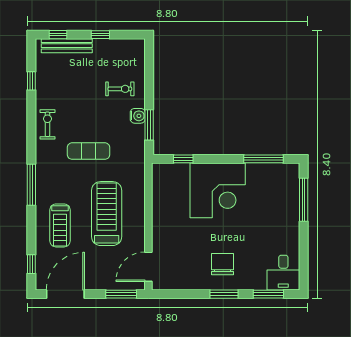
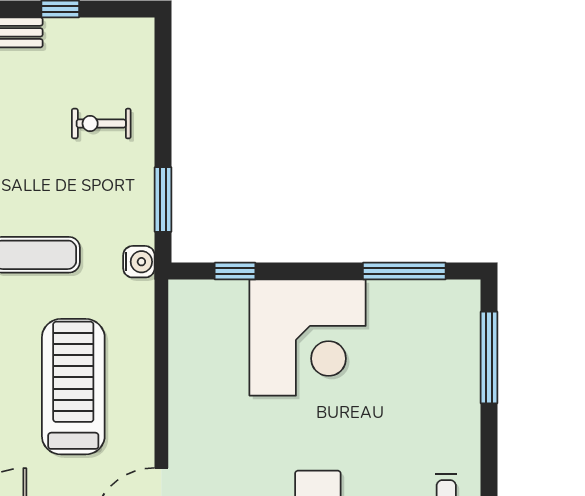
exercise bike: (120, 89) -> (101, 124), turned 180
water cooler: (138, 116) -> (139, 262), moved

